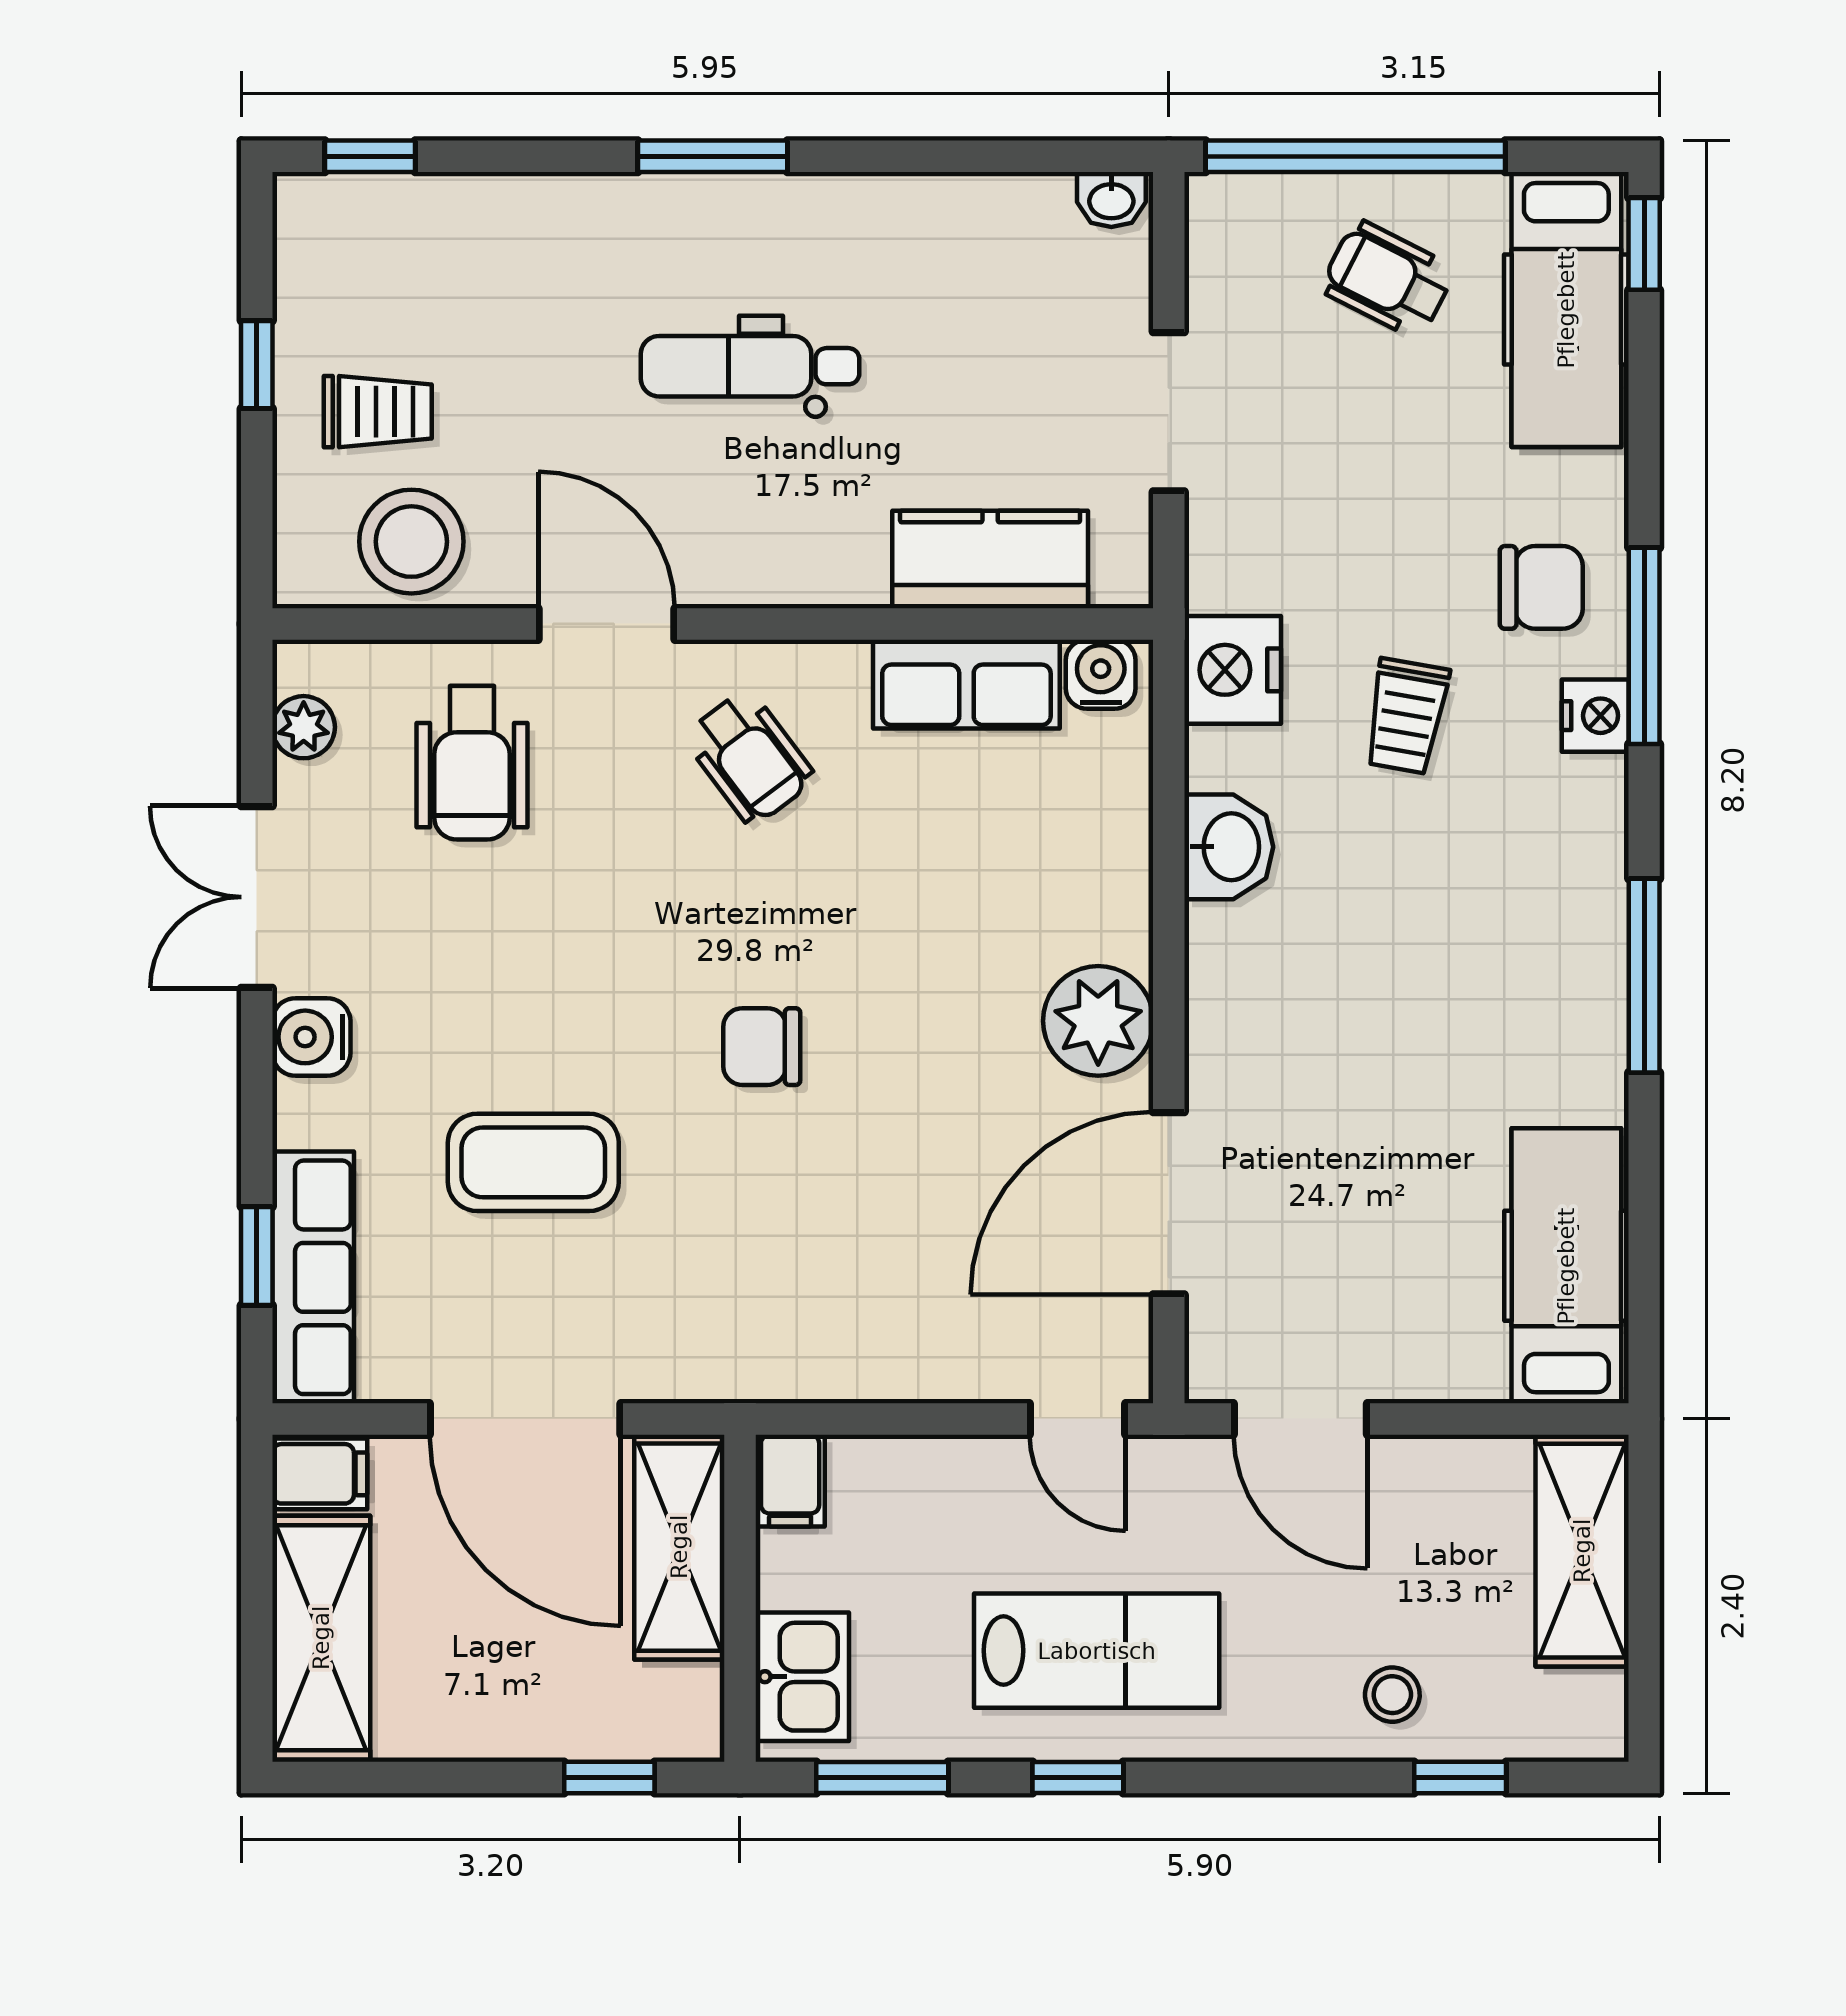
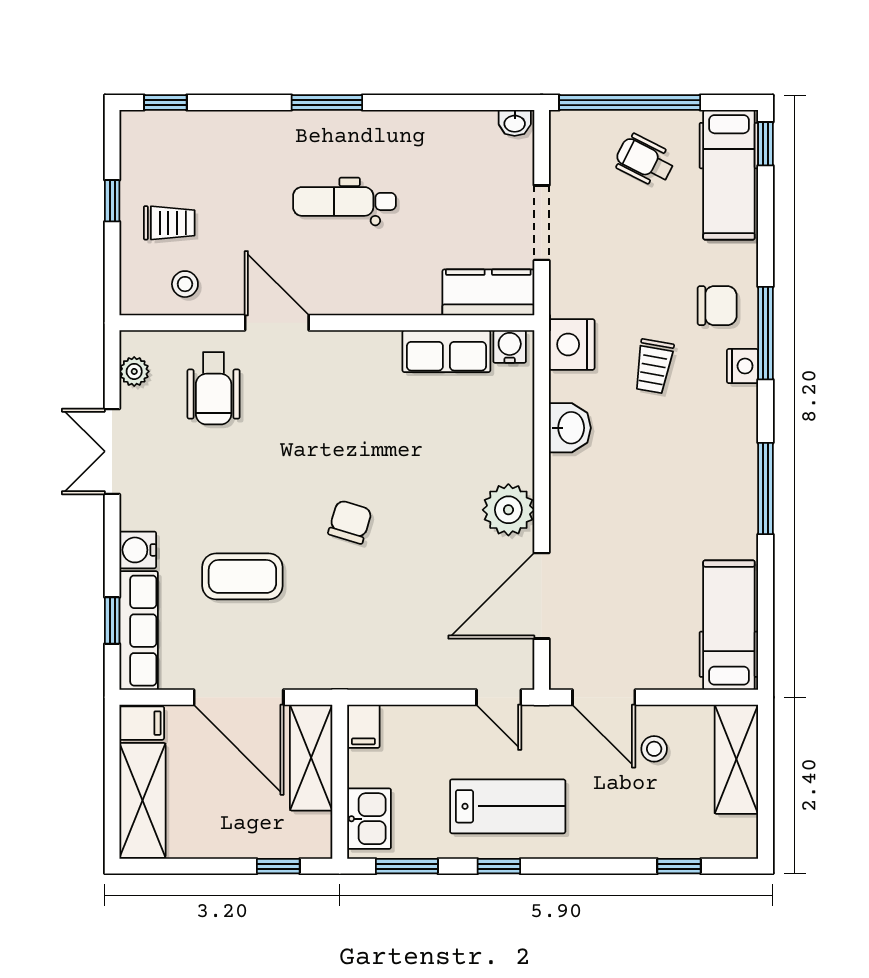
stool: (411, 542) -> (185, 284), width x0.53, depth x0.53
kitchen counter: (990, 559) -> (488, 292), moved
wheelchair: (750, 758) -> (344, 386), removed
water cooler: (311, 1037) -> (138, 550), moved
chair: (762, 1047) -> (350, 522), turned 107
stool: (1392, 1695) -> (654, 749), moved

